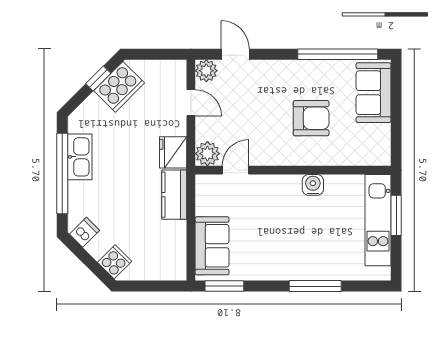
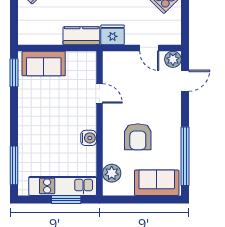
door: (191, 103) -> (149, 48), hinge flipped
plant: (207, 154) -> (112, 173), moved
door: (235, 170) -> (100, 93), moved
window: (315, 286) -> (14, 165), moved

